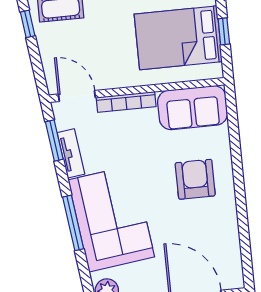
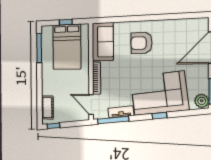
door: (77, 96) -> (91, 105), hinge flipped
window: (54, 140) -> (113, 120), width x1.44
window: (73, 223) -> (159, 116), width x0.46

